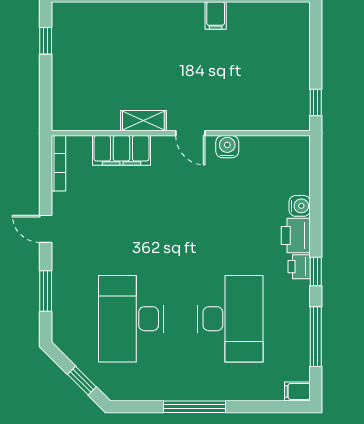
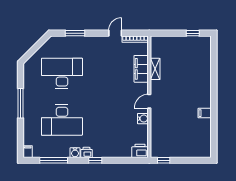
shelving: (143, 121) -> (155, 69), moved
water cooler: (300, 206) -> (75, 153), moved
door: (46, 229) -> (115, 33), moved
printer: (296, 236) -> (140, 151), moved
window: (316, 271) -> (95, 160), moved
window: (82, 381) -> (33, 50), removed

